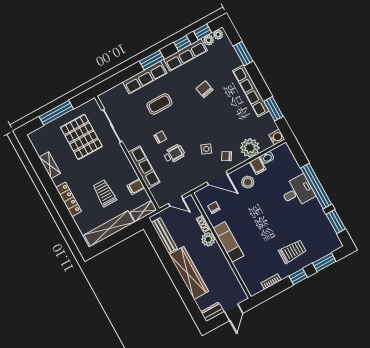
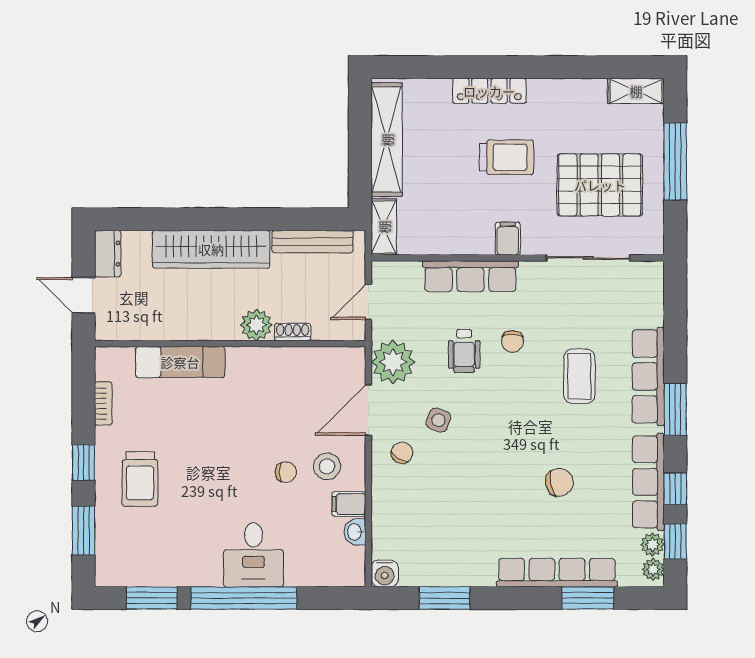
row of seats: (251, 91) -> (557, 573), moved
plant: (250, 148) -> (393, 362), moved
shelving: (50, 165) -> (636, 91), moved
filing cabinet: (136, 187) -> (508, 239), moved
trolley: (105, 193) -> (506, 157), moved
chair: (214, 208) -> (286, 472), moved
exam couch: (228, 242) -> (180, 362), moved

